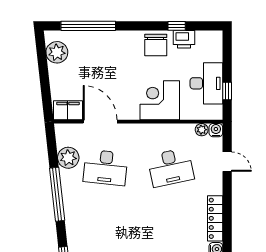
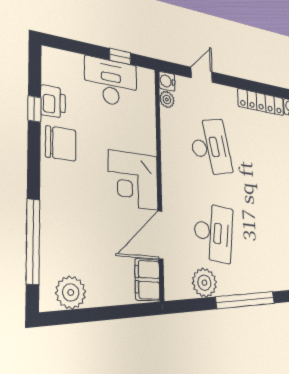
corner desk: (160, 100) -> (133, 180), moved

